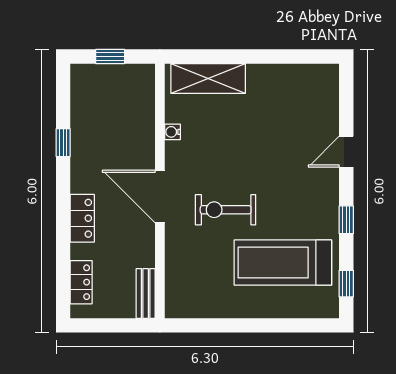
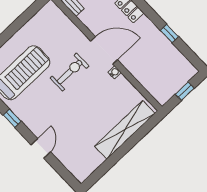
shelving: (208, 78) -> (125, 130), width x1.47
water cooler: (172, 132) -> (115, 72), moved

